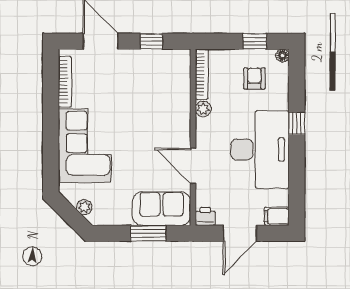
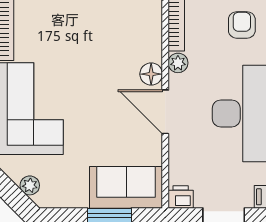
floor lamp: (182, 118) -> (151, 74), added
door: (193, 166) -> (165, 112), moved

